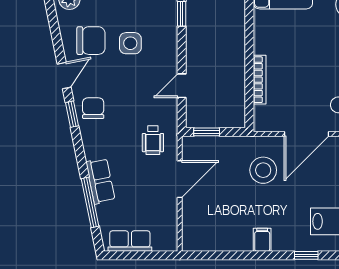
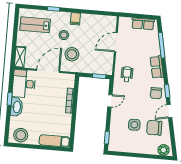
door: (180, 179) -> (116, 42), moved
row of seats: (100, 181) -> (157, 67), moved
stool: (282, 206) -> (64, 35), added

